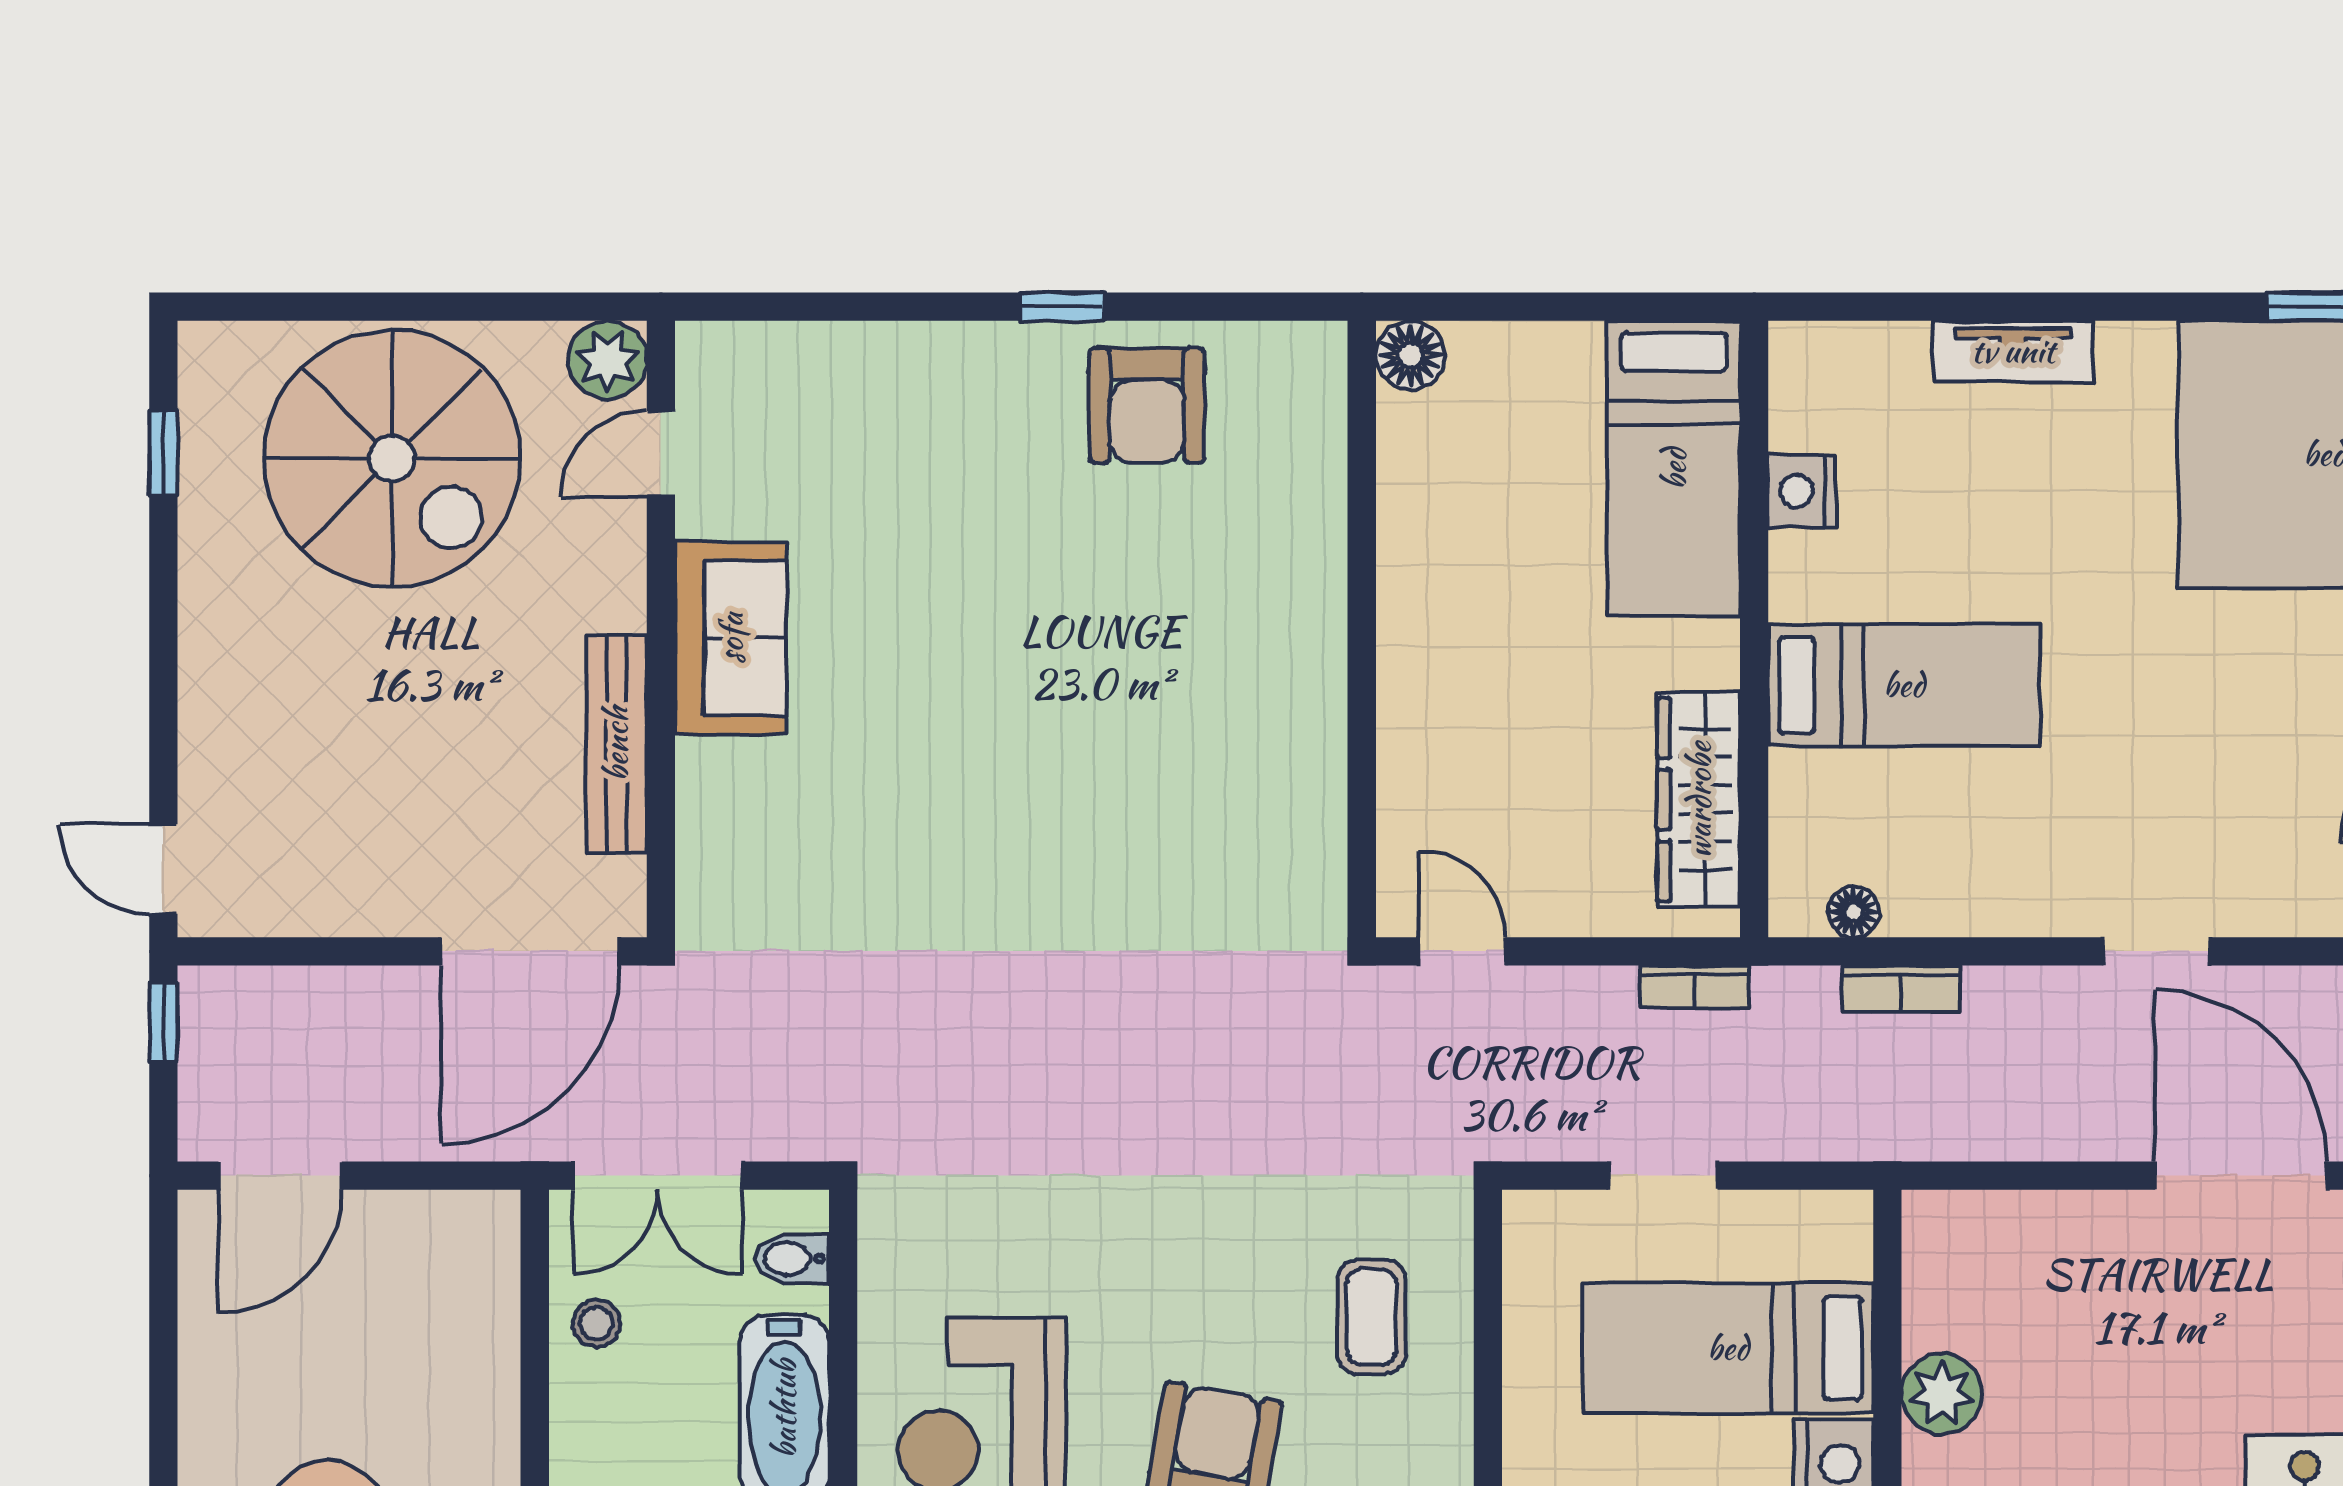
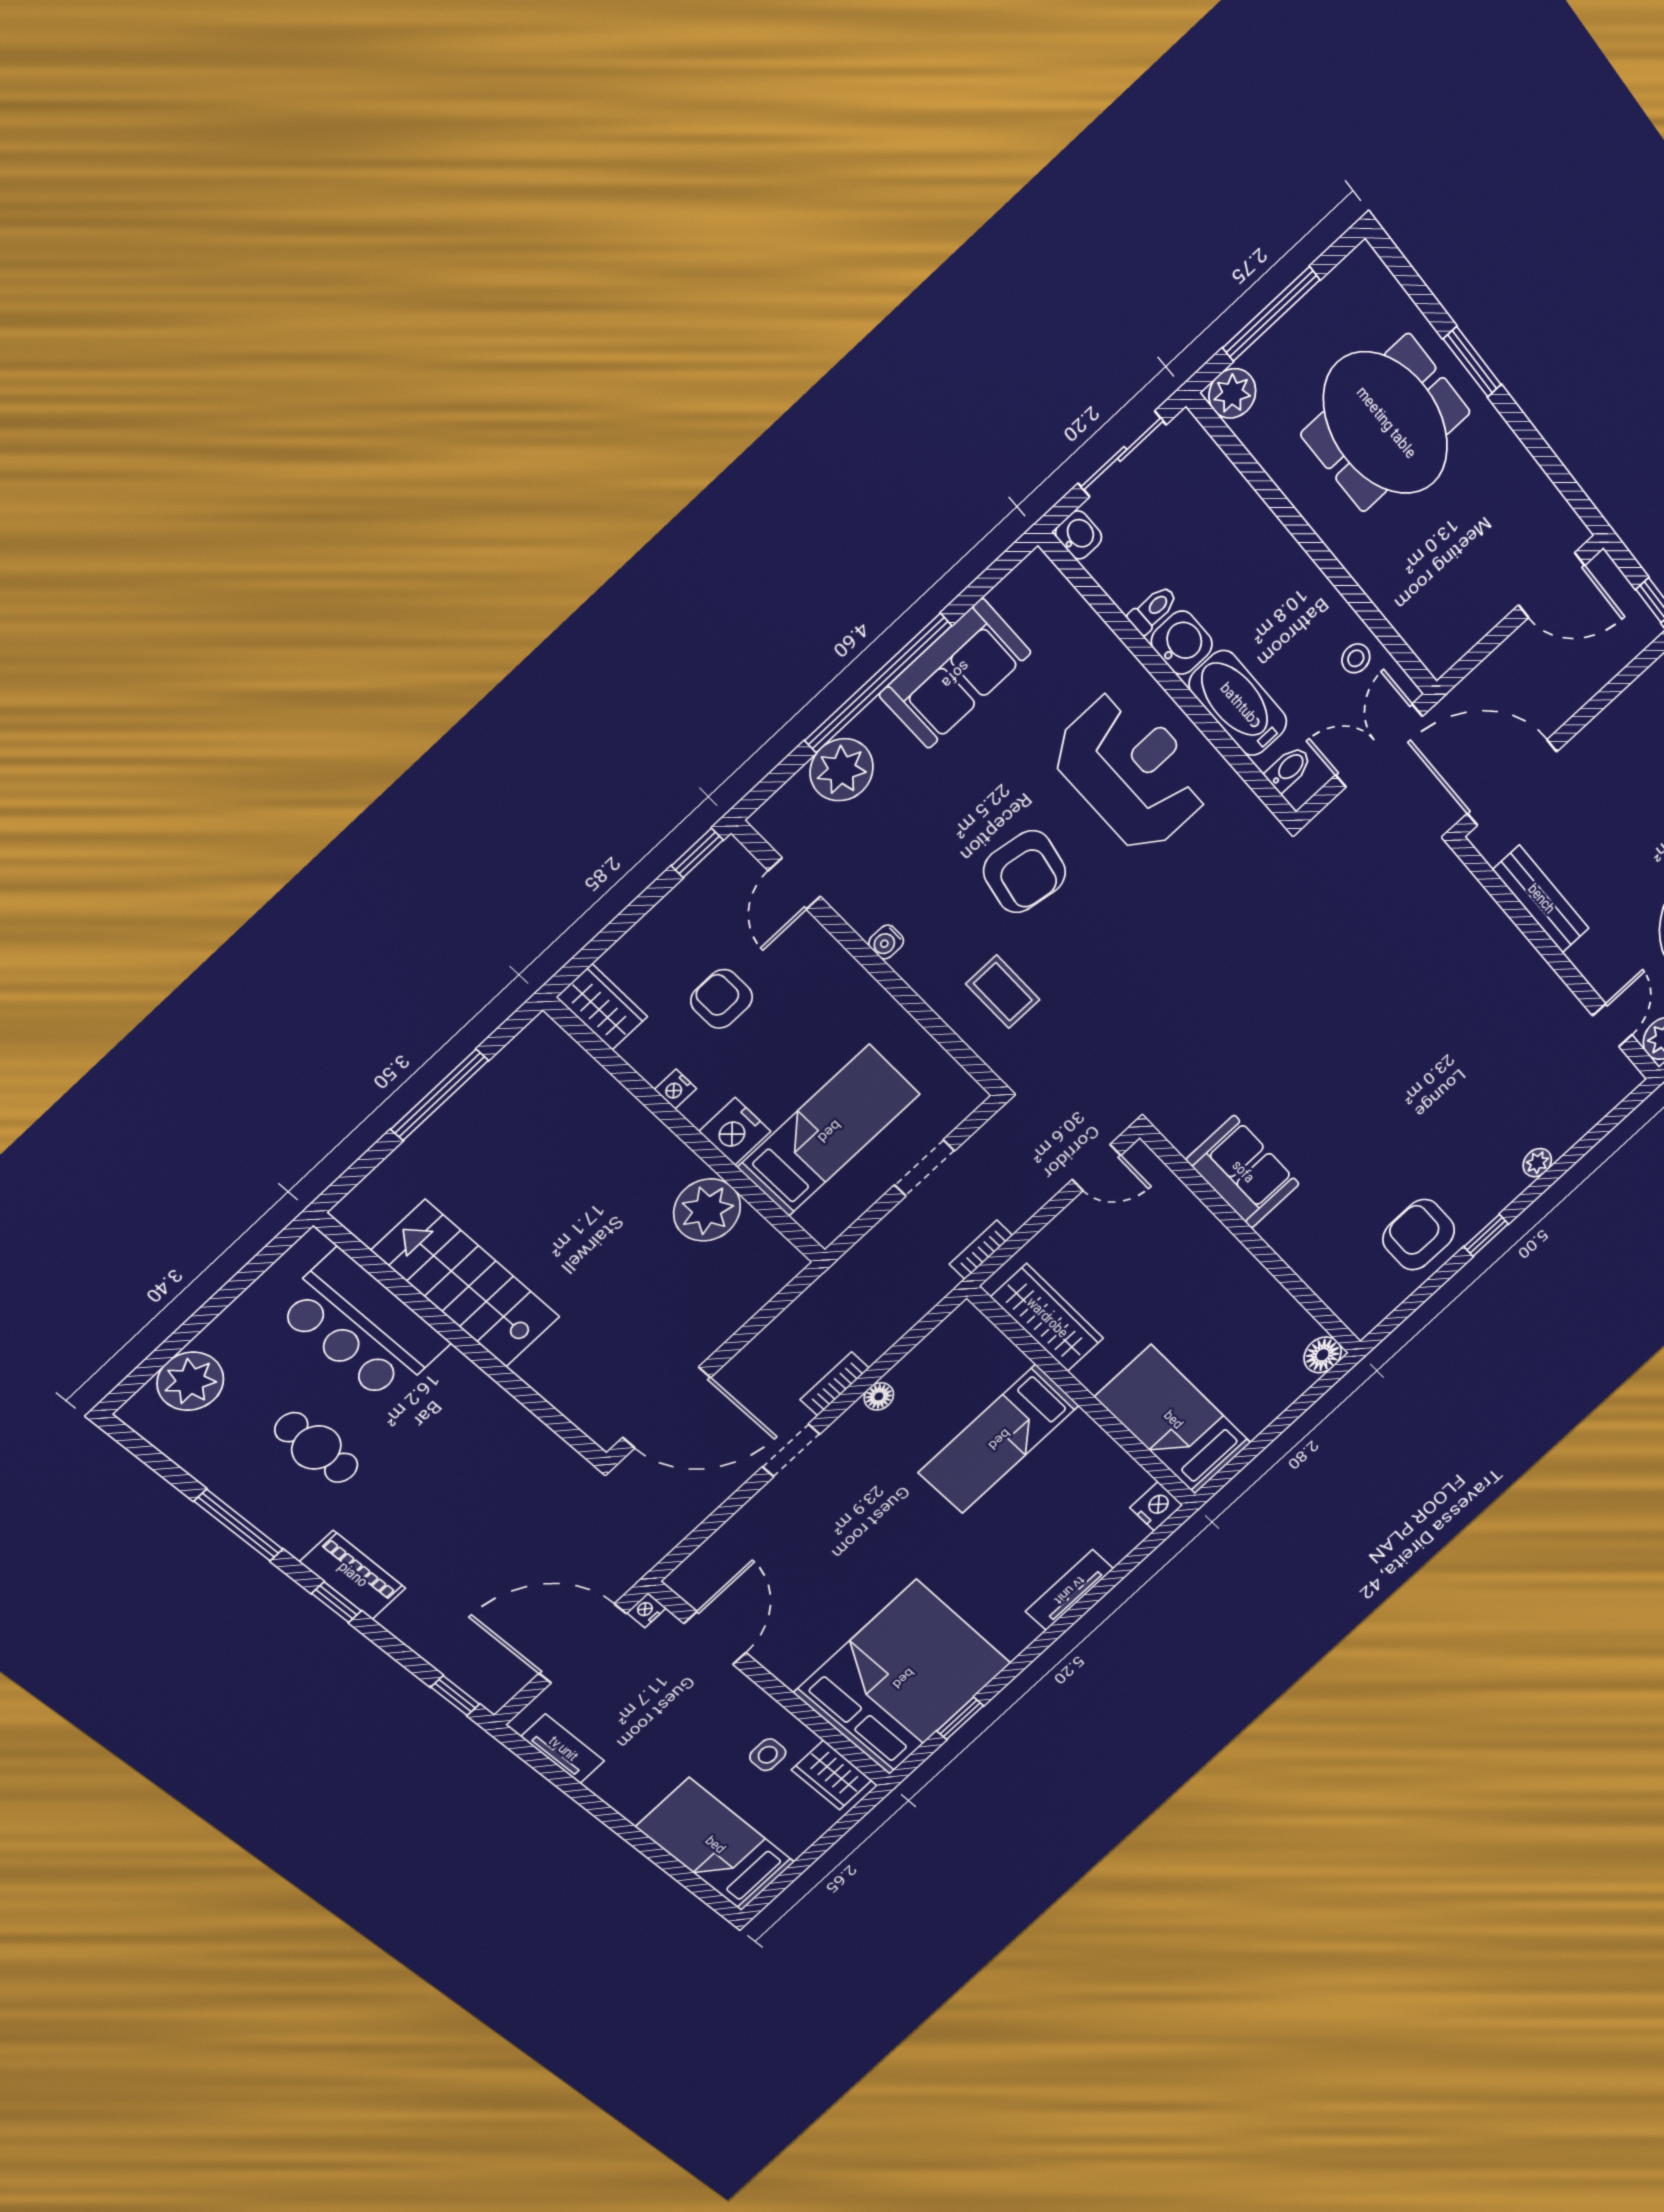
plant: (912, 347) -> (1537, 1163), added
nightstand: (1802, 491) -> (1156, 1506), moved
sofa: (731, 638) -> (1243, 1172), moved, turned 180
floor lamp: (1854, 912) -> (879, 1396), moved
door: (530, 951) -> (1512, 783), hinge flipped
bookcase: (1901, 989) -> (835, 1384), moved
door: (280, 1176) -> (1552, 585), swing flipped
plant: (1942, 1394) -> (707, 1210), width x1.36, depth x1.36

